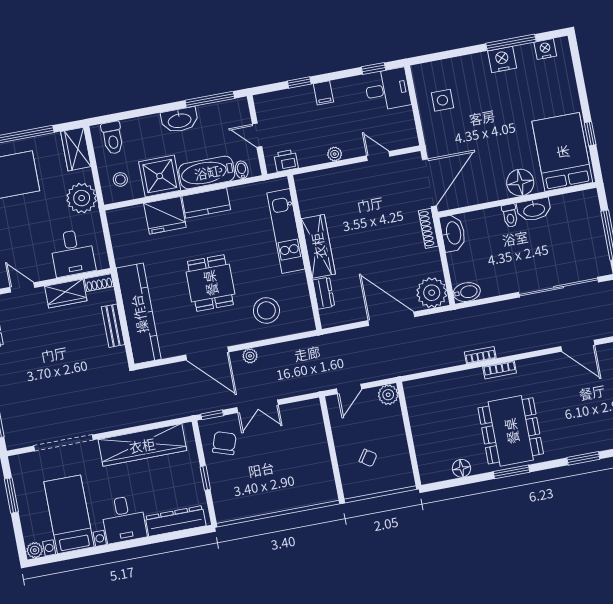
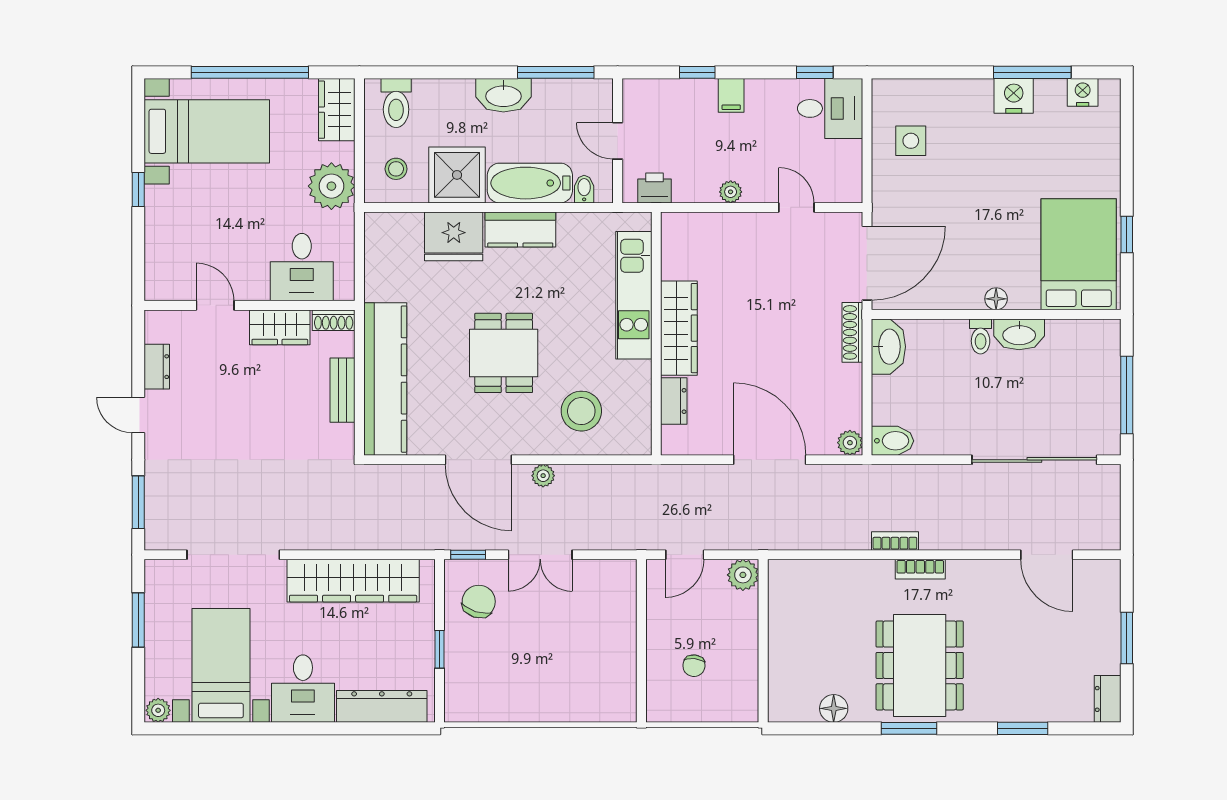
floor lamp: (520, 183) -> (996, 299), width x0.53, depth x0.53
plant: (432, 293) -> (850, 443), width x0.53, depth x0.53
chair: (368, 458) -> (694, 666), turned 62

